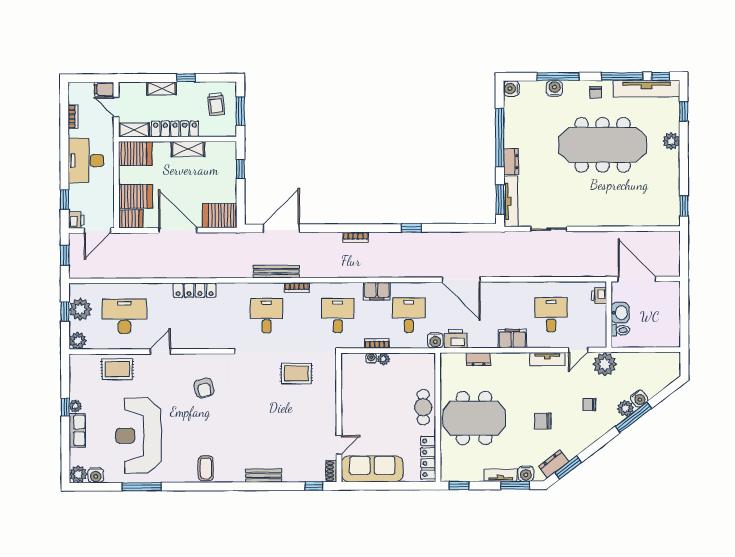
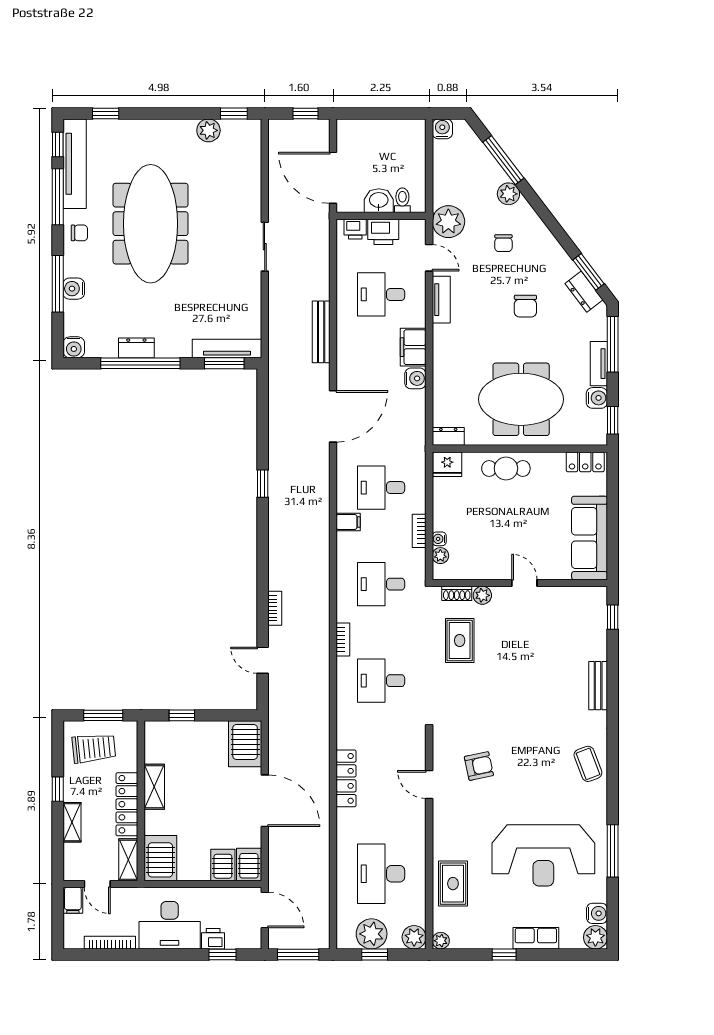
trolley: (216, 104) -> (94, 748), width x1.36, depth x1.39
door: (116, 107) -> (97, 884), hinge flipped
bookcase: (73, 117) -> (110, 943), width x1.56
plant: (671, 141) -> (208, 130), moved
dresser: (511, 162) -> (136, 348), moved
server rack: (136, 196) -> (223, 865), width x0.73, depth x0.70
printer: (76, 220) -> (213, 939), moved
door: (281, 228) -> (263, 660), width x0.53
sliding door: (549, 229) -> (265, 247), moved
door: (178, 230) -> (265, 801), swing flipped
bookcase: (356, 237) -> (275, 608), moved
window: (65, 255) -> (298, 954), width x1.50
window: (684, 259) -> (306, 113), added
bench: (276, 272) -> (321, 332), moved
door: (637, 279) -> (333, 178), hinge flipped
filing cabinet: (377, 291) -> (348, 522), width x0.50
printer: (456, 339) -> (383, 232), moved, turned -90
water cooler: (435, 340) -> (415, 378), moved
door: (160, 351) -> (429, 784), moved
plant: (383, 359) -> (440, 556), moved
dresser: (478, 359) -> (448, 436), moved, turned -90
fridge: (426, 364) -> (447, 464), added
plant: (330, 390) -> (482, 595), added
water cooler: (639, 399) -> (442, 129), moved, turned -53
plant: (75, 406) -> (441, 941), moved
window: (633, 417) -> (503, 160), moved
meeting table: (474, 418) -> (521, 399), turned 90
door: (339, 445) -> (524, 583), moved
locker: (428, 458) -> (585, 462), width x0.66
coffee table: (206, 468) -> (588, 764), turned 69
shoe rack: (331, 471) -> (457, 593), moved
water cooler: (526, 474) -> (597, 398), moved
window: (515, 485) -> (613, 344), width x1.44

